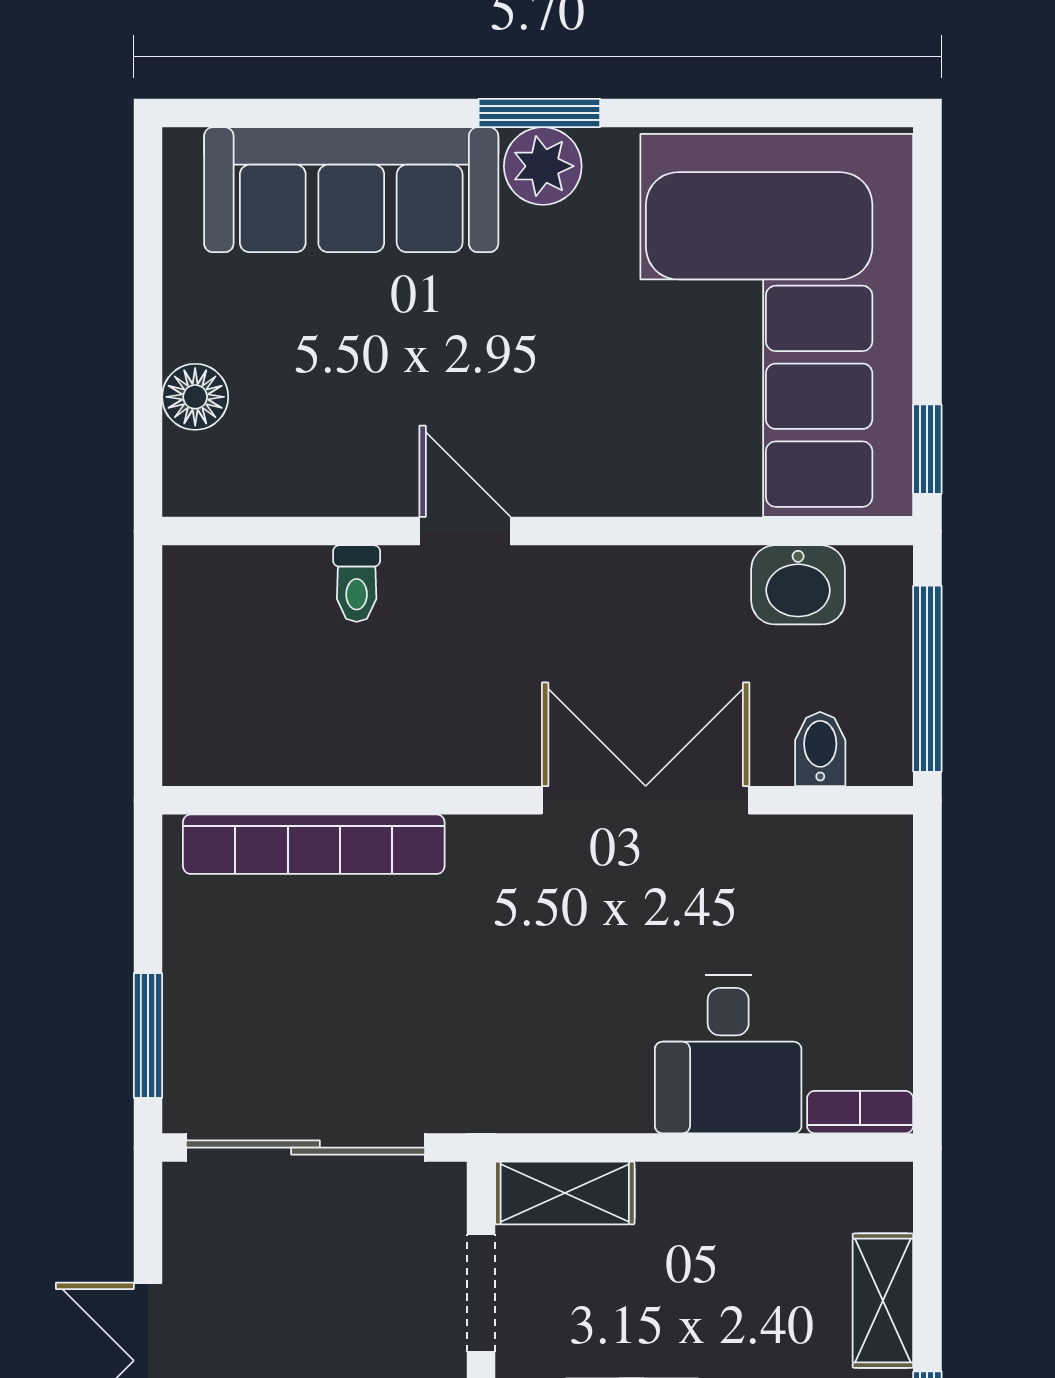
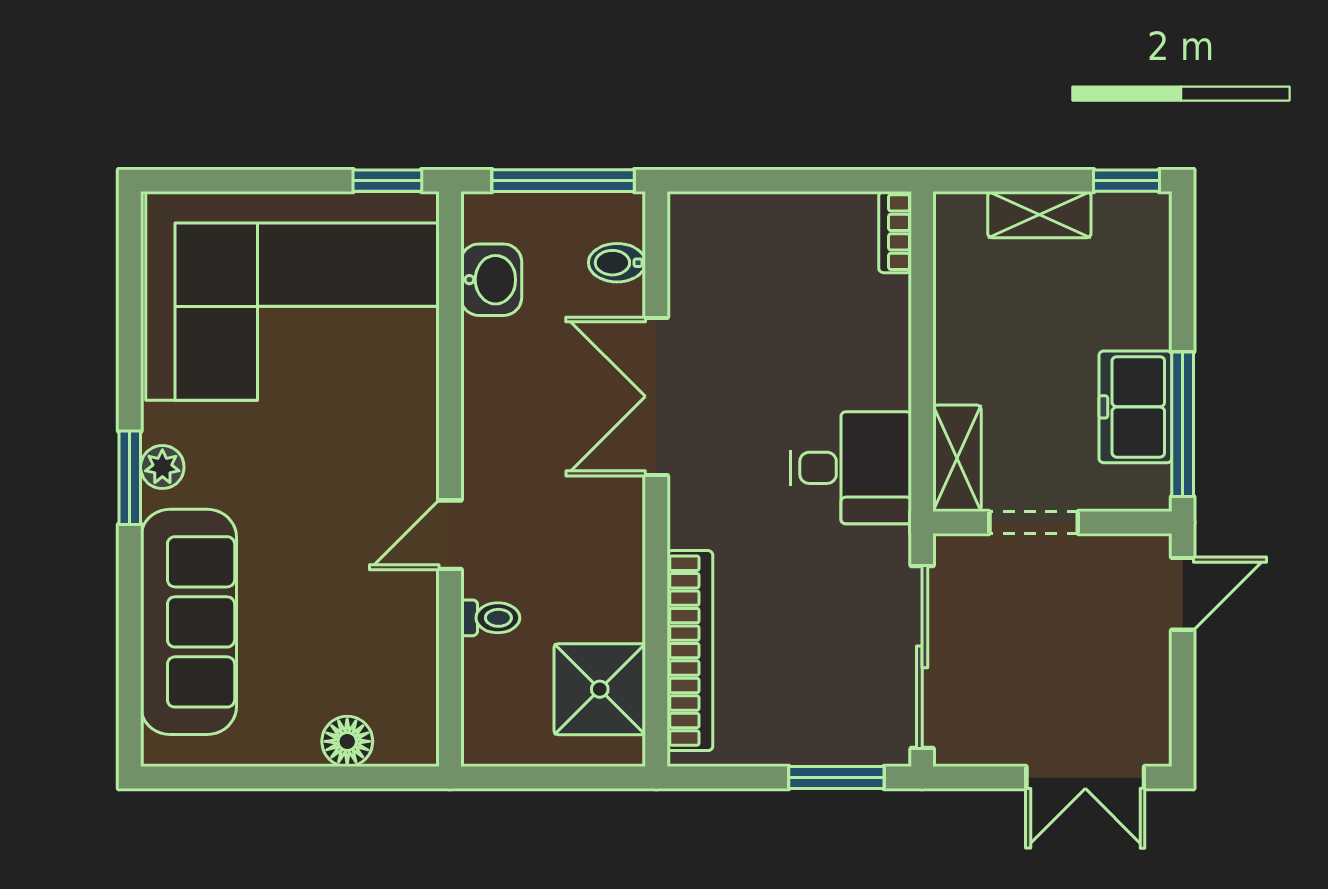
plant: (543, 166) -> (162, 467), width x0.73, depth x0.73
shower: (263, 727) -> (600, 689), added
desk: (728, 1054) -> (851, 468), moved

